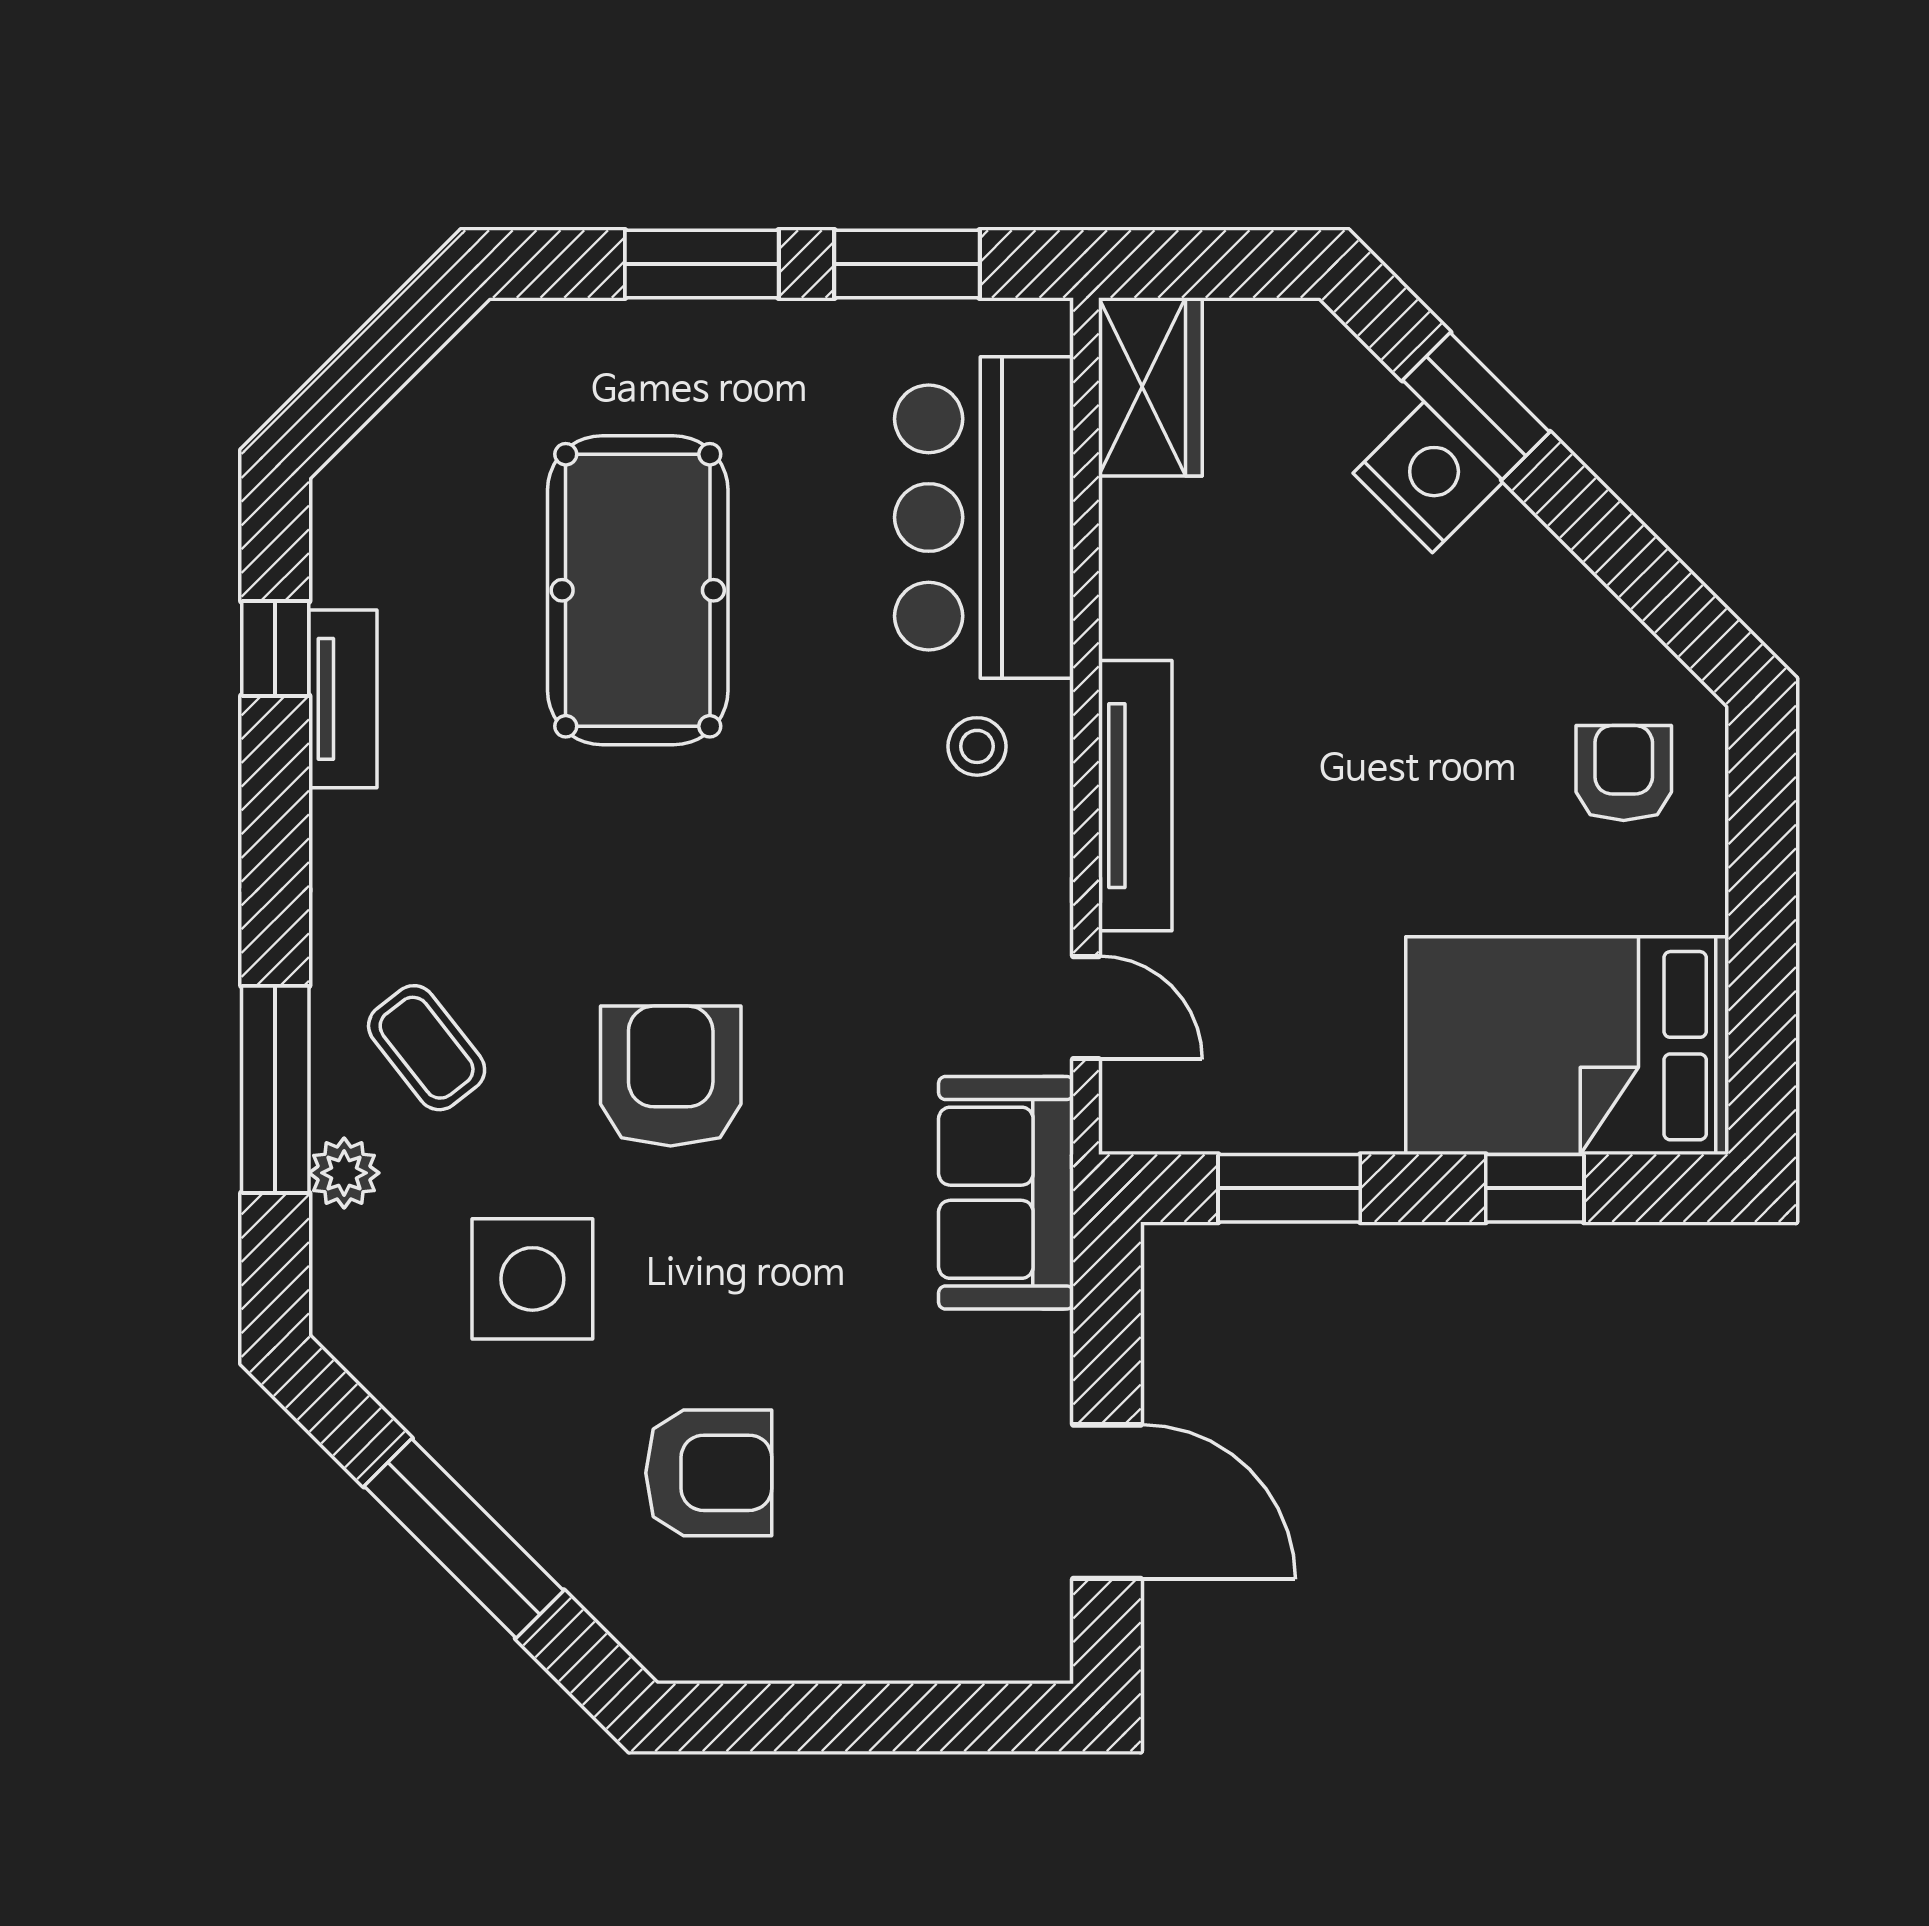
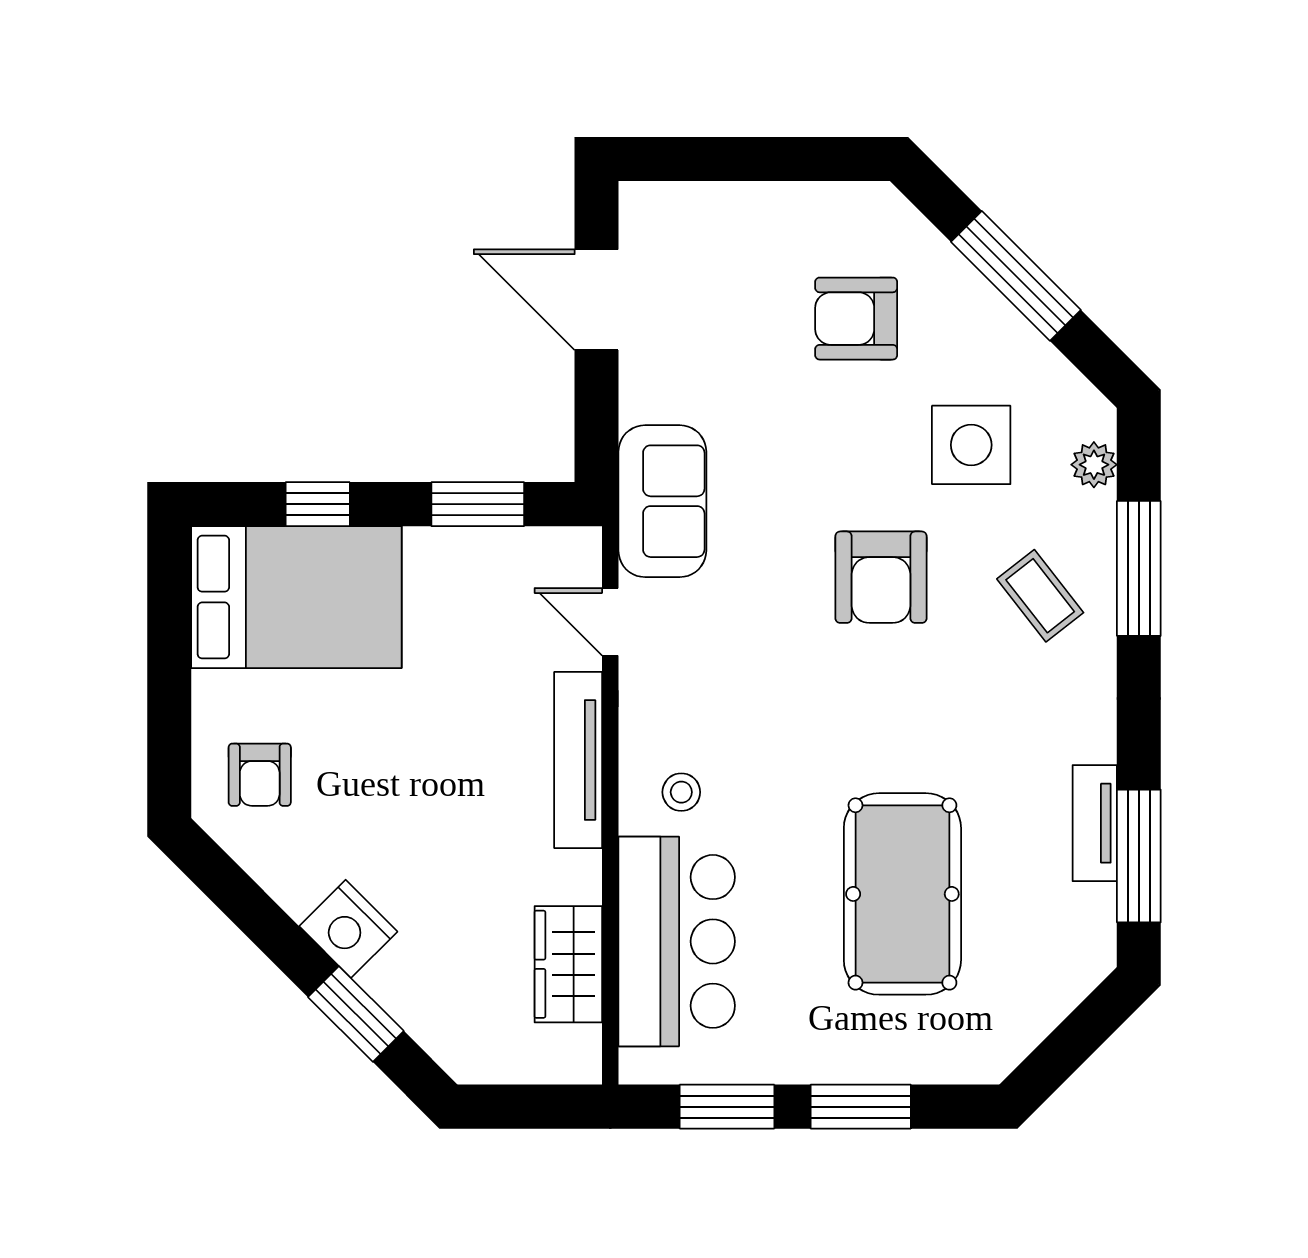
wardrobe: (1150, 387) -> (568, 964), moved
nightstand: (1428, 477) -> (348, 929), moved
window: (275, 649) -> (1139, 856), width x2.17
plant: (344, 1173) -> (1094, 465), moved

